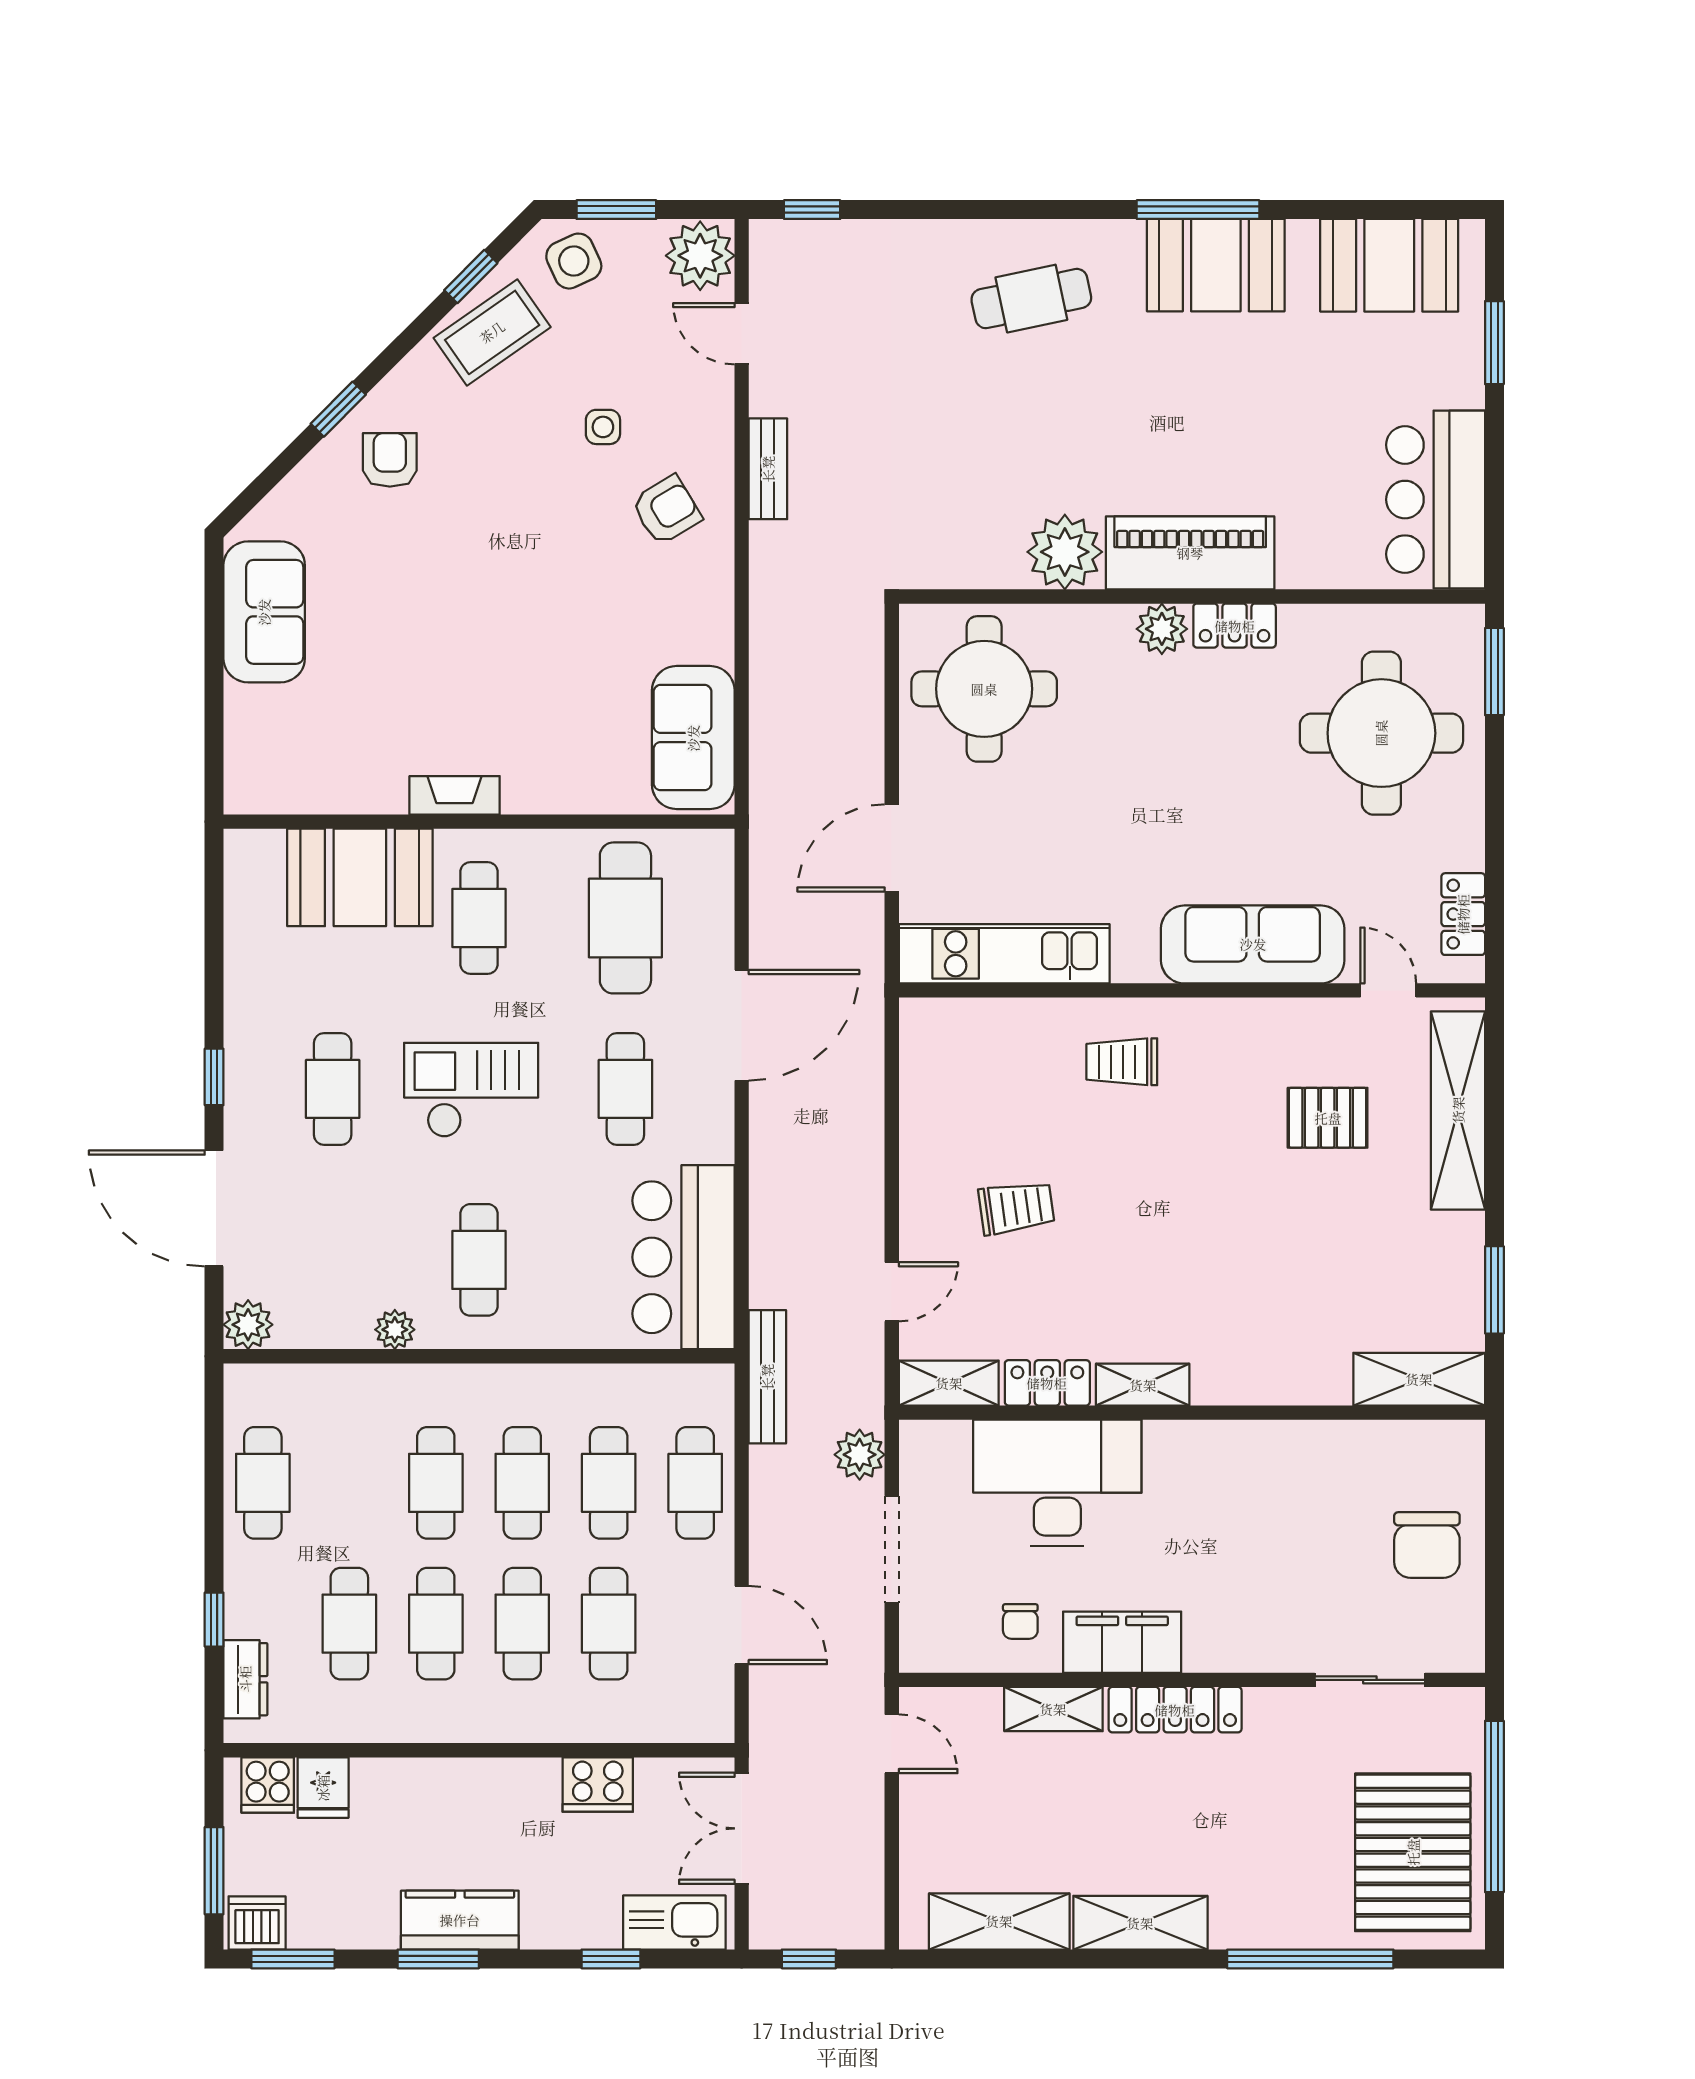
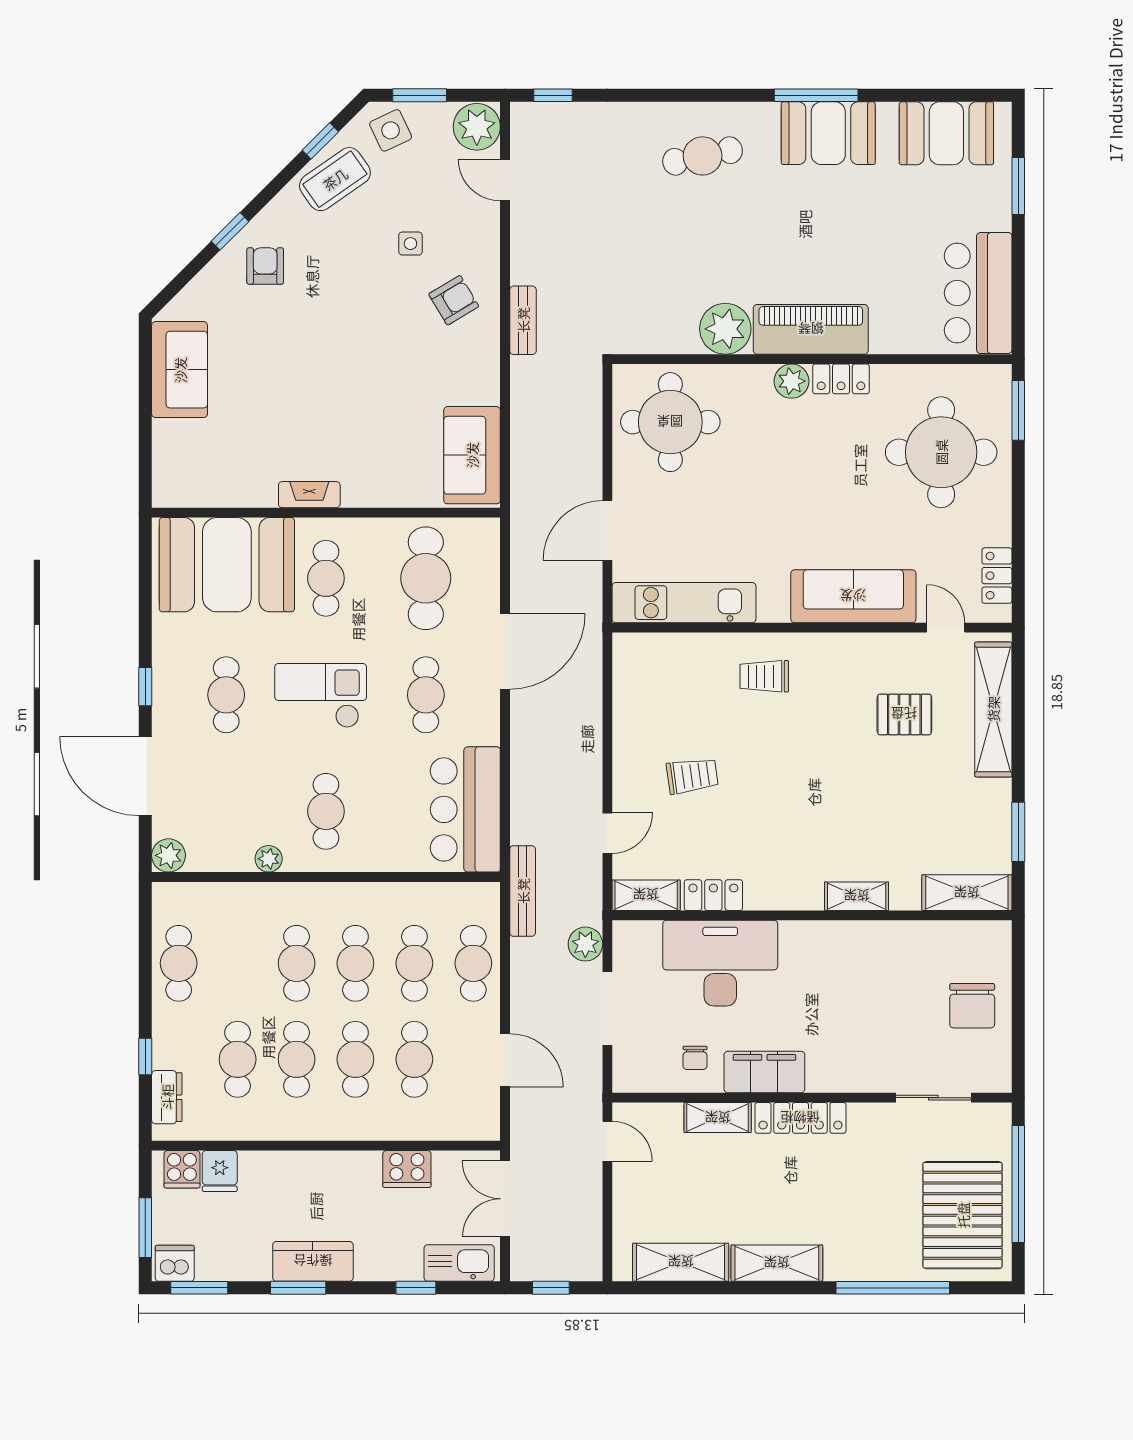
bench: (768, 469) -> (523, 320), moved
booth: (360, 877) -> (227, 565), width x1.36, depth x1.42
shelving: (1143, 1385) -> (857, 896), moved

